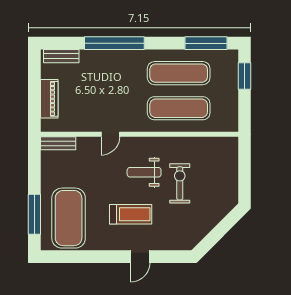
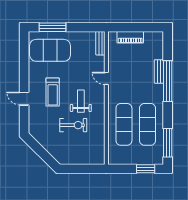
bench: (61, 56) -> (159, 71), moved

